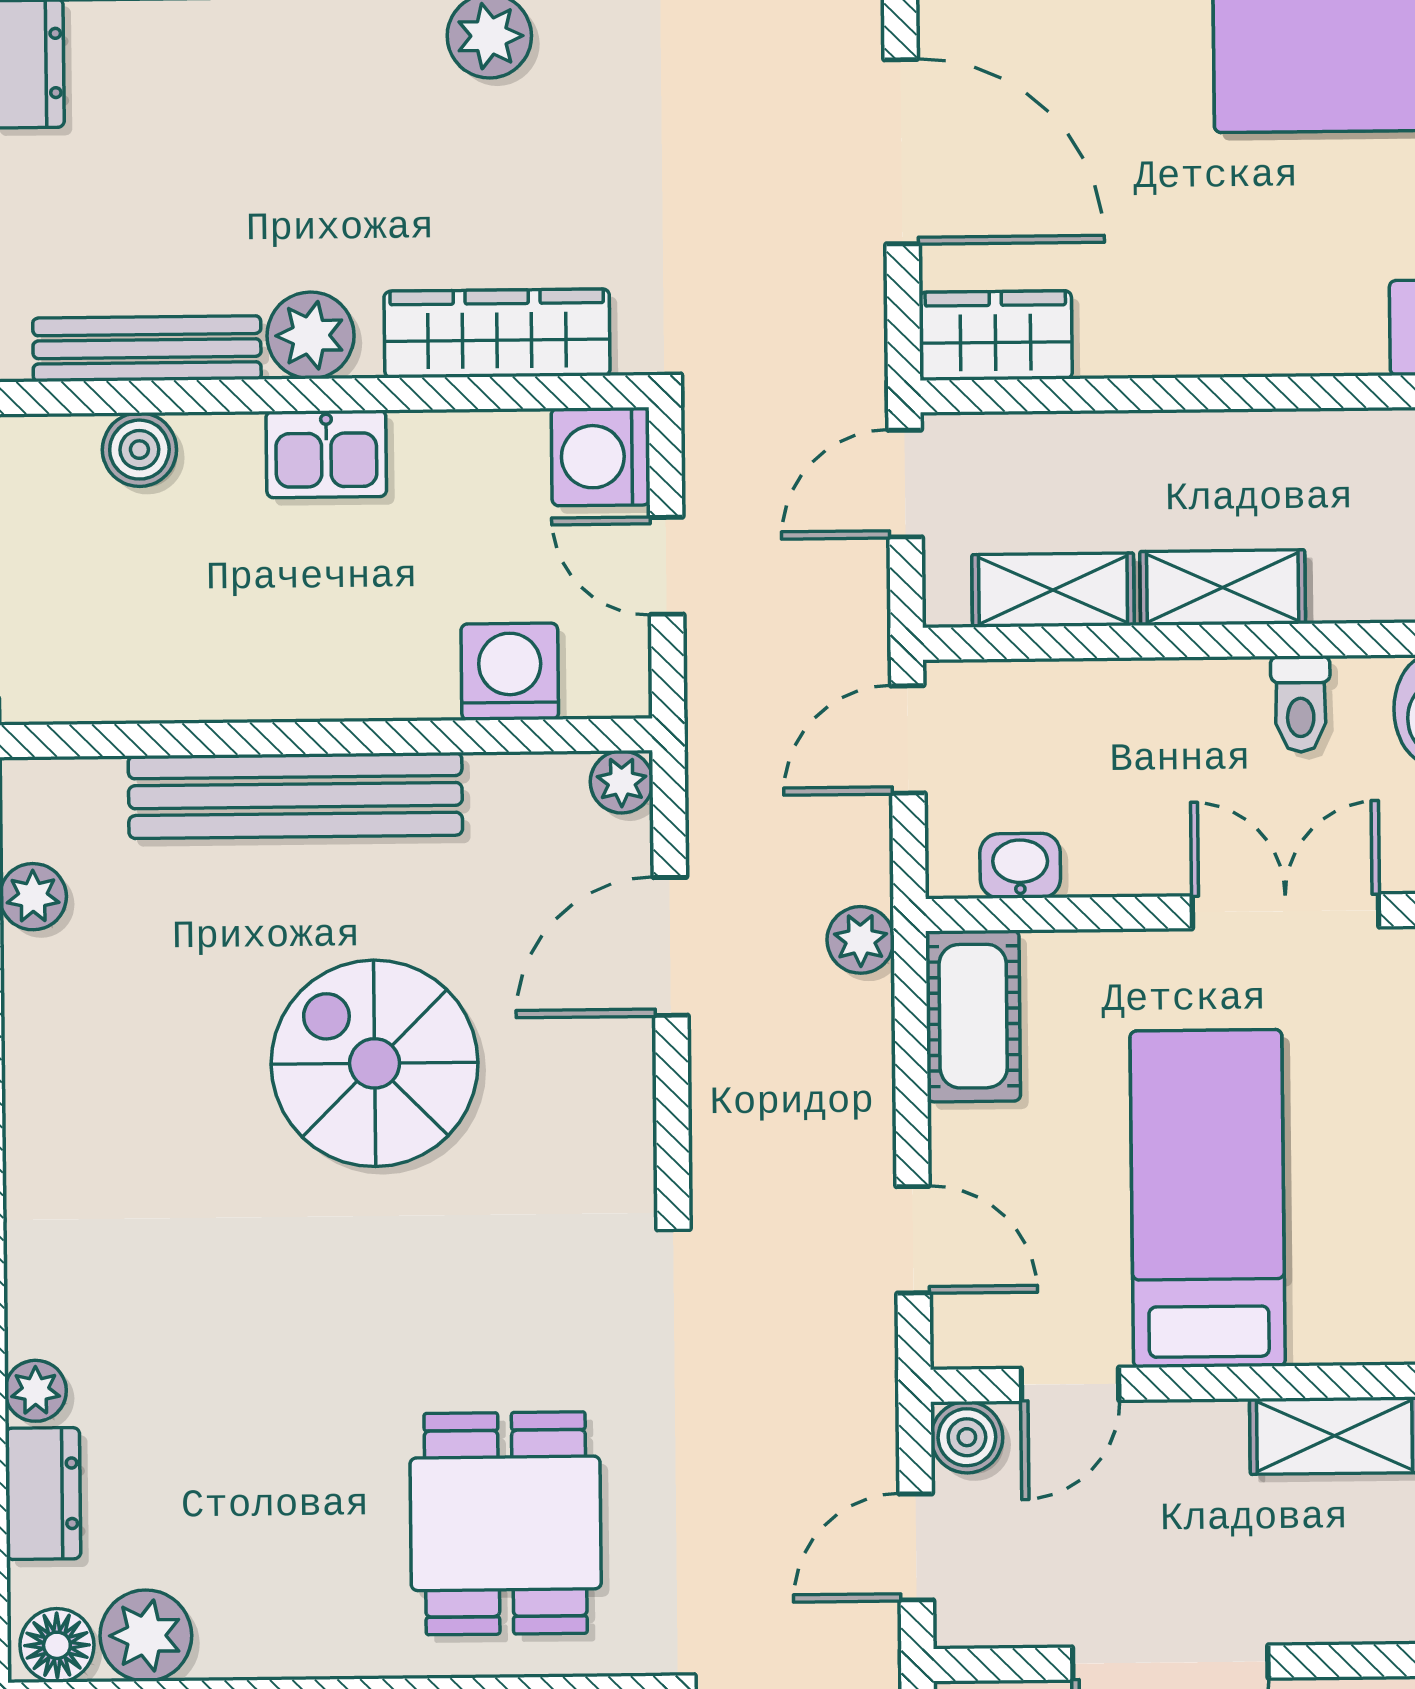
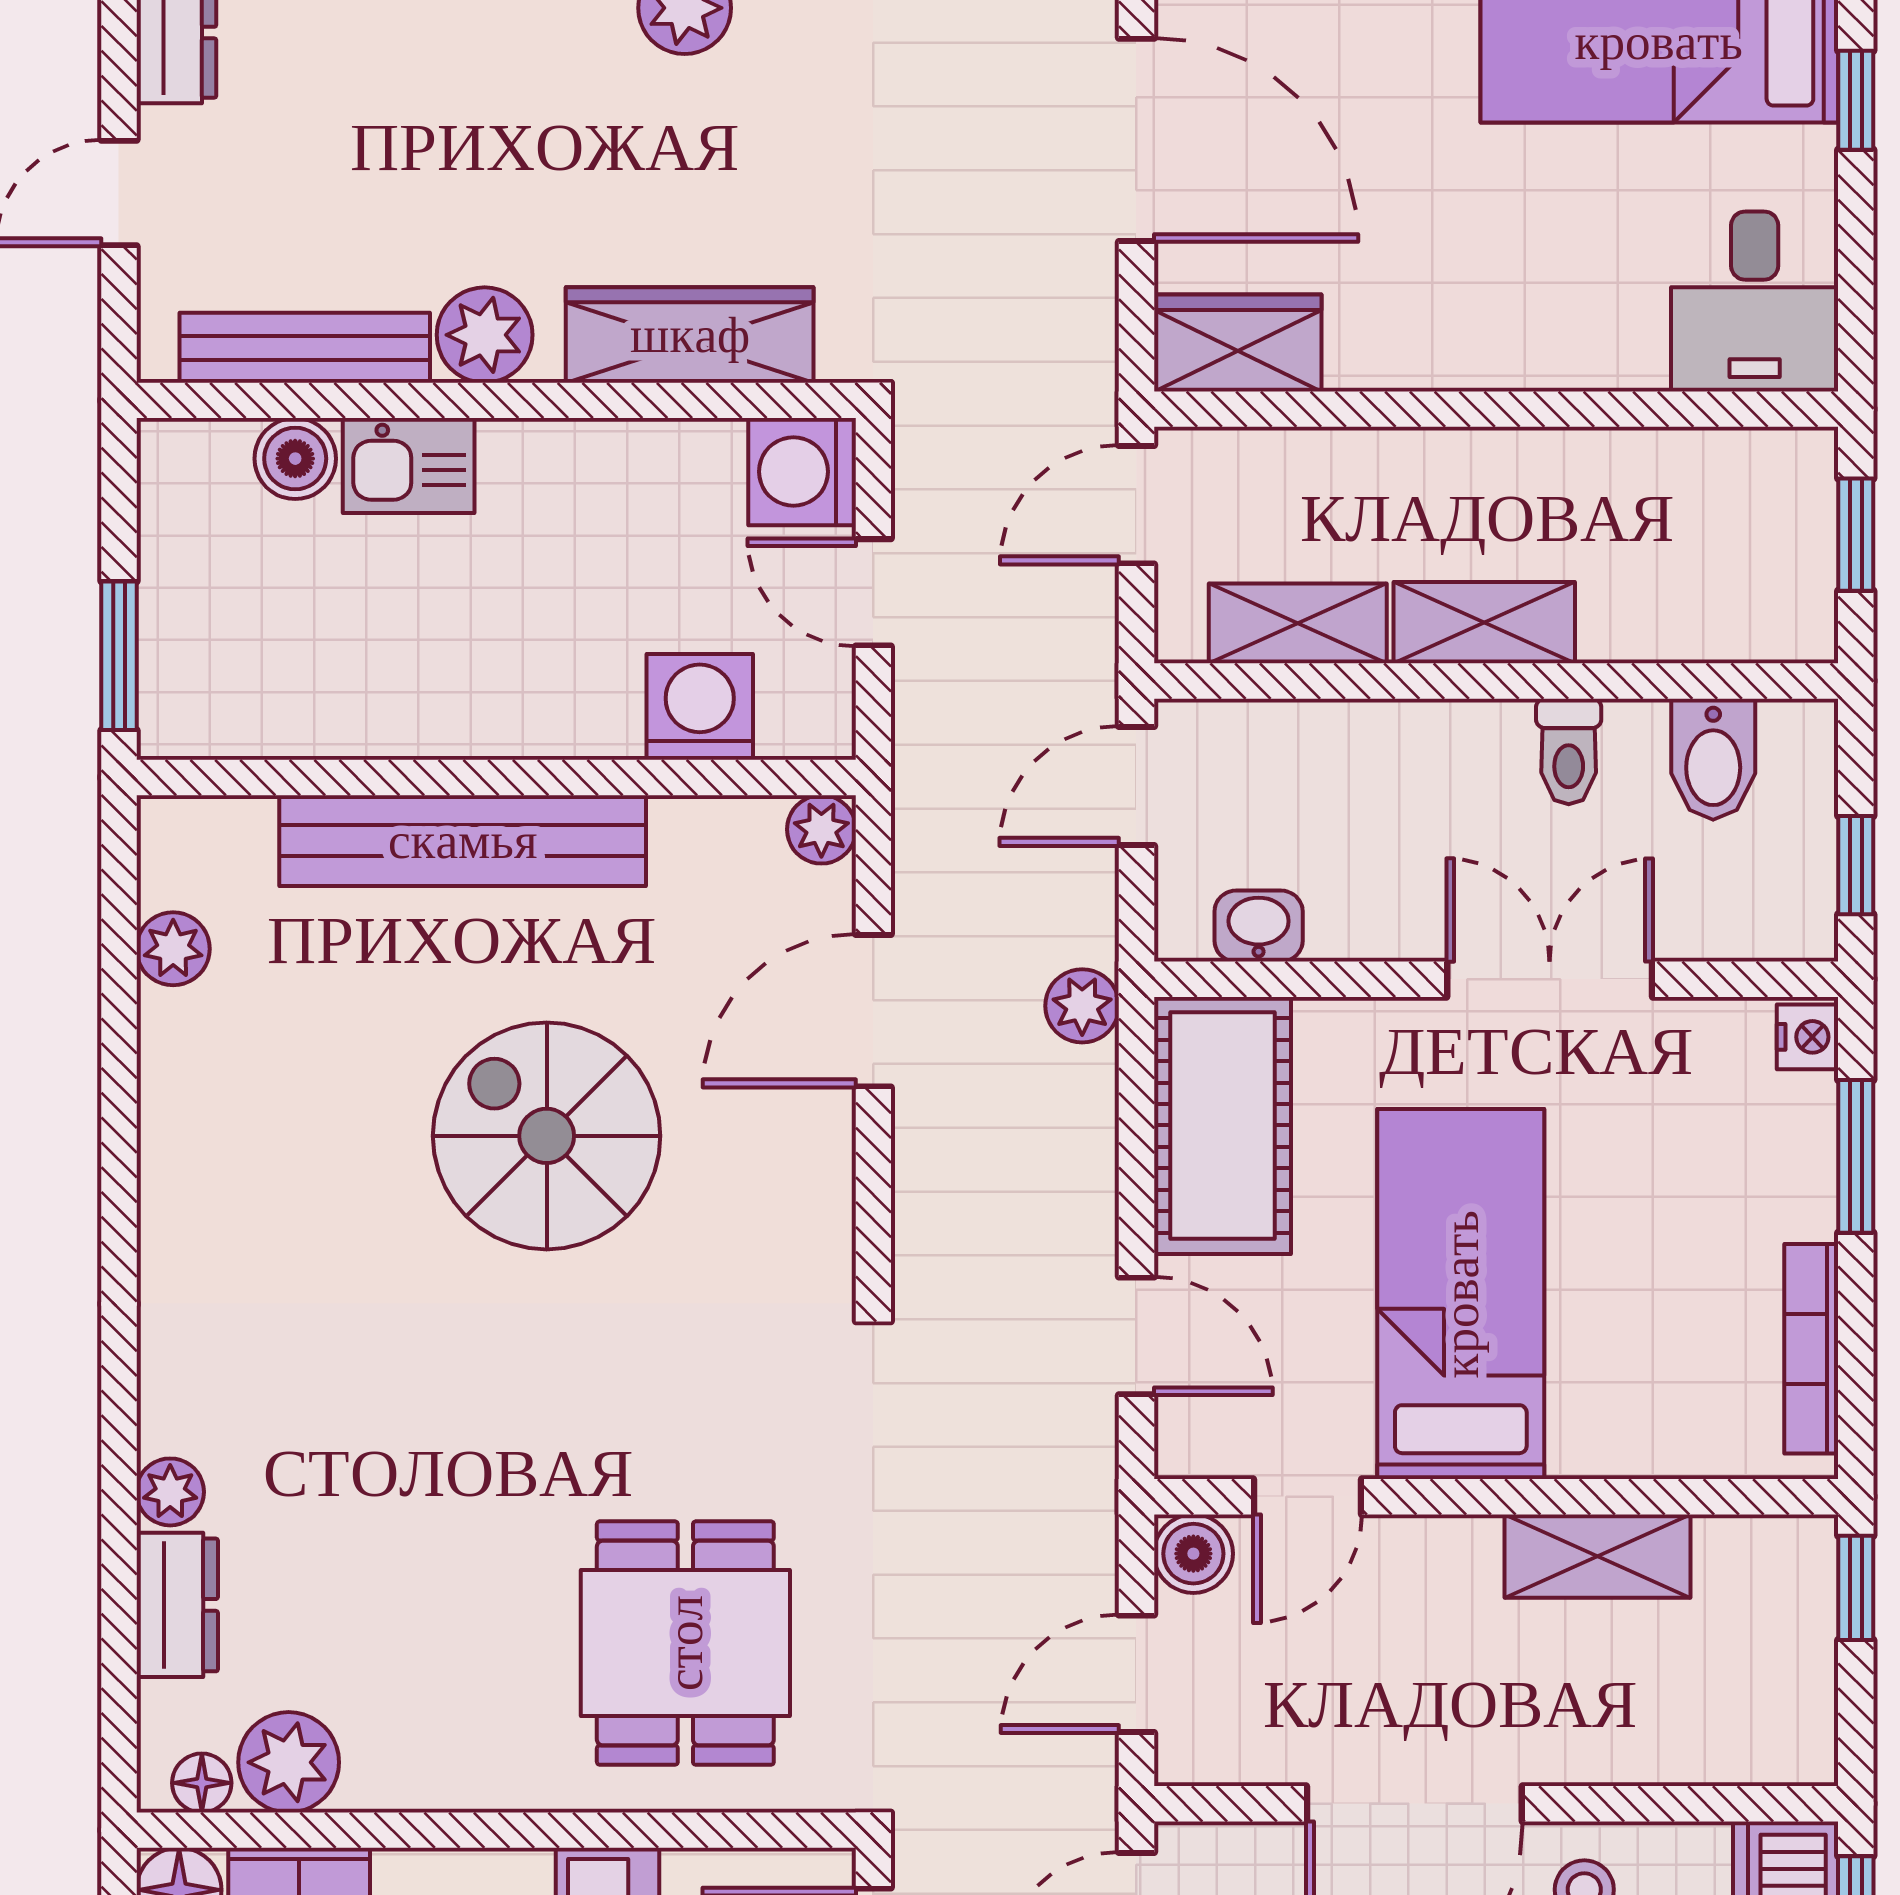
kitchen sink: (326, 454) -> (409, 465), moved
cot: (973, 1016) -> (1222, 1125), width x1.37, depth x1.34
floor lamp: (57, 1645) -> (202, 1783), width x0.73, depth x0.73

